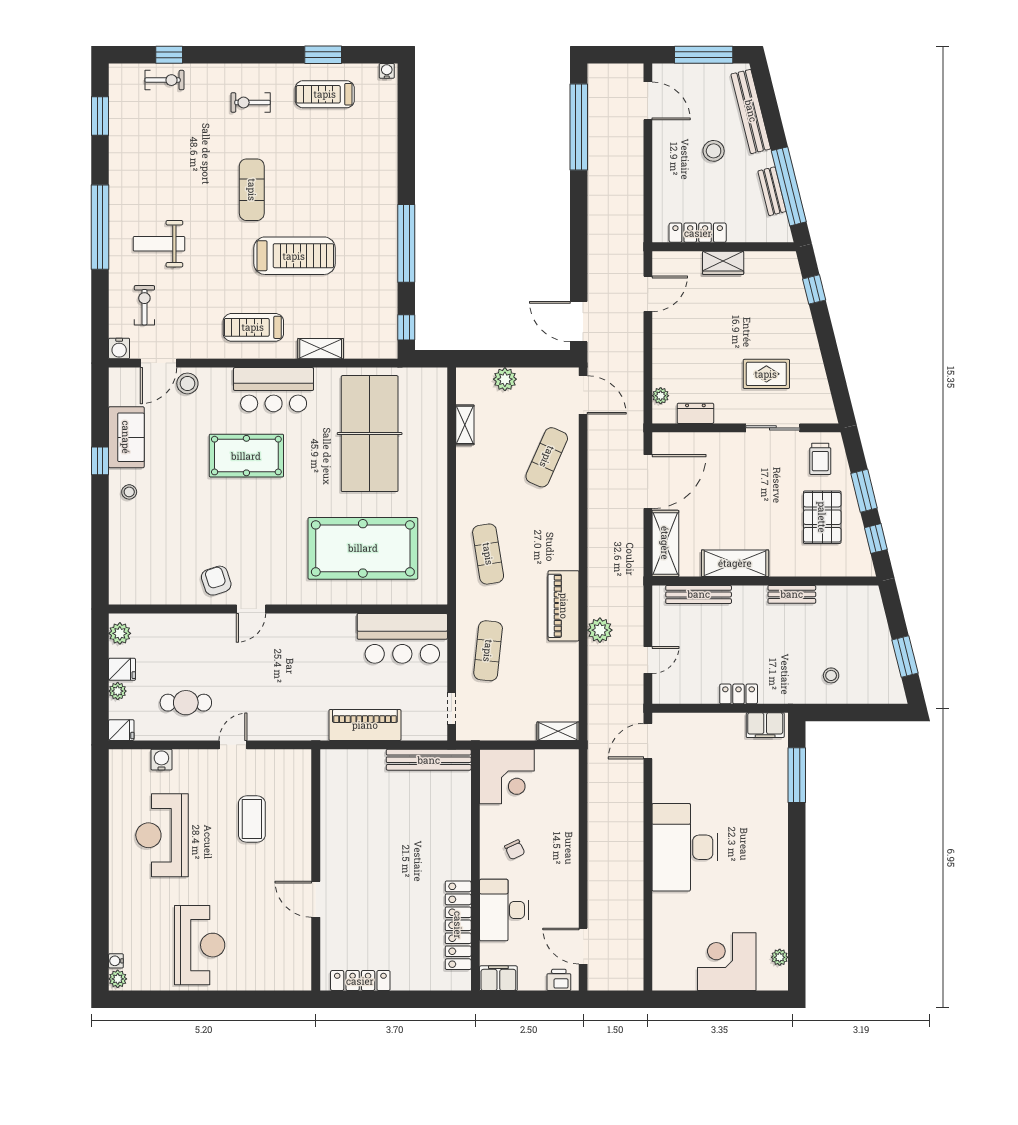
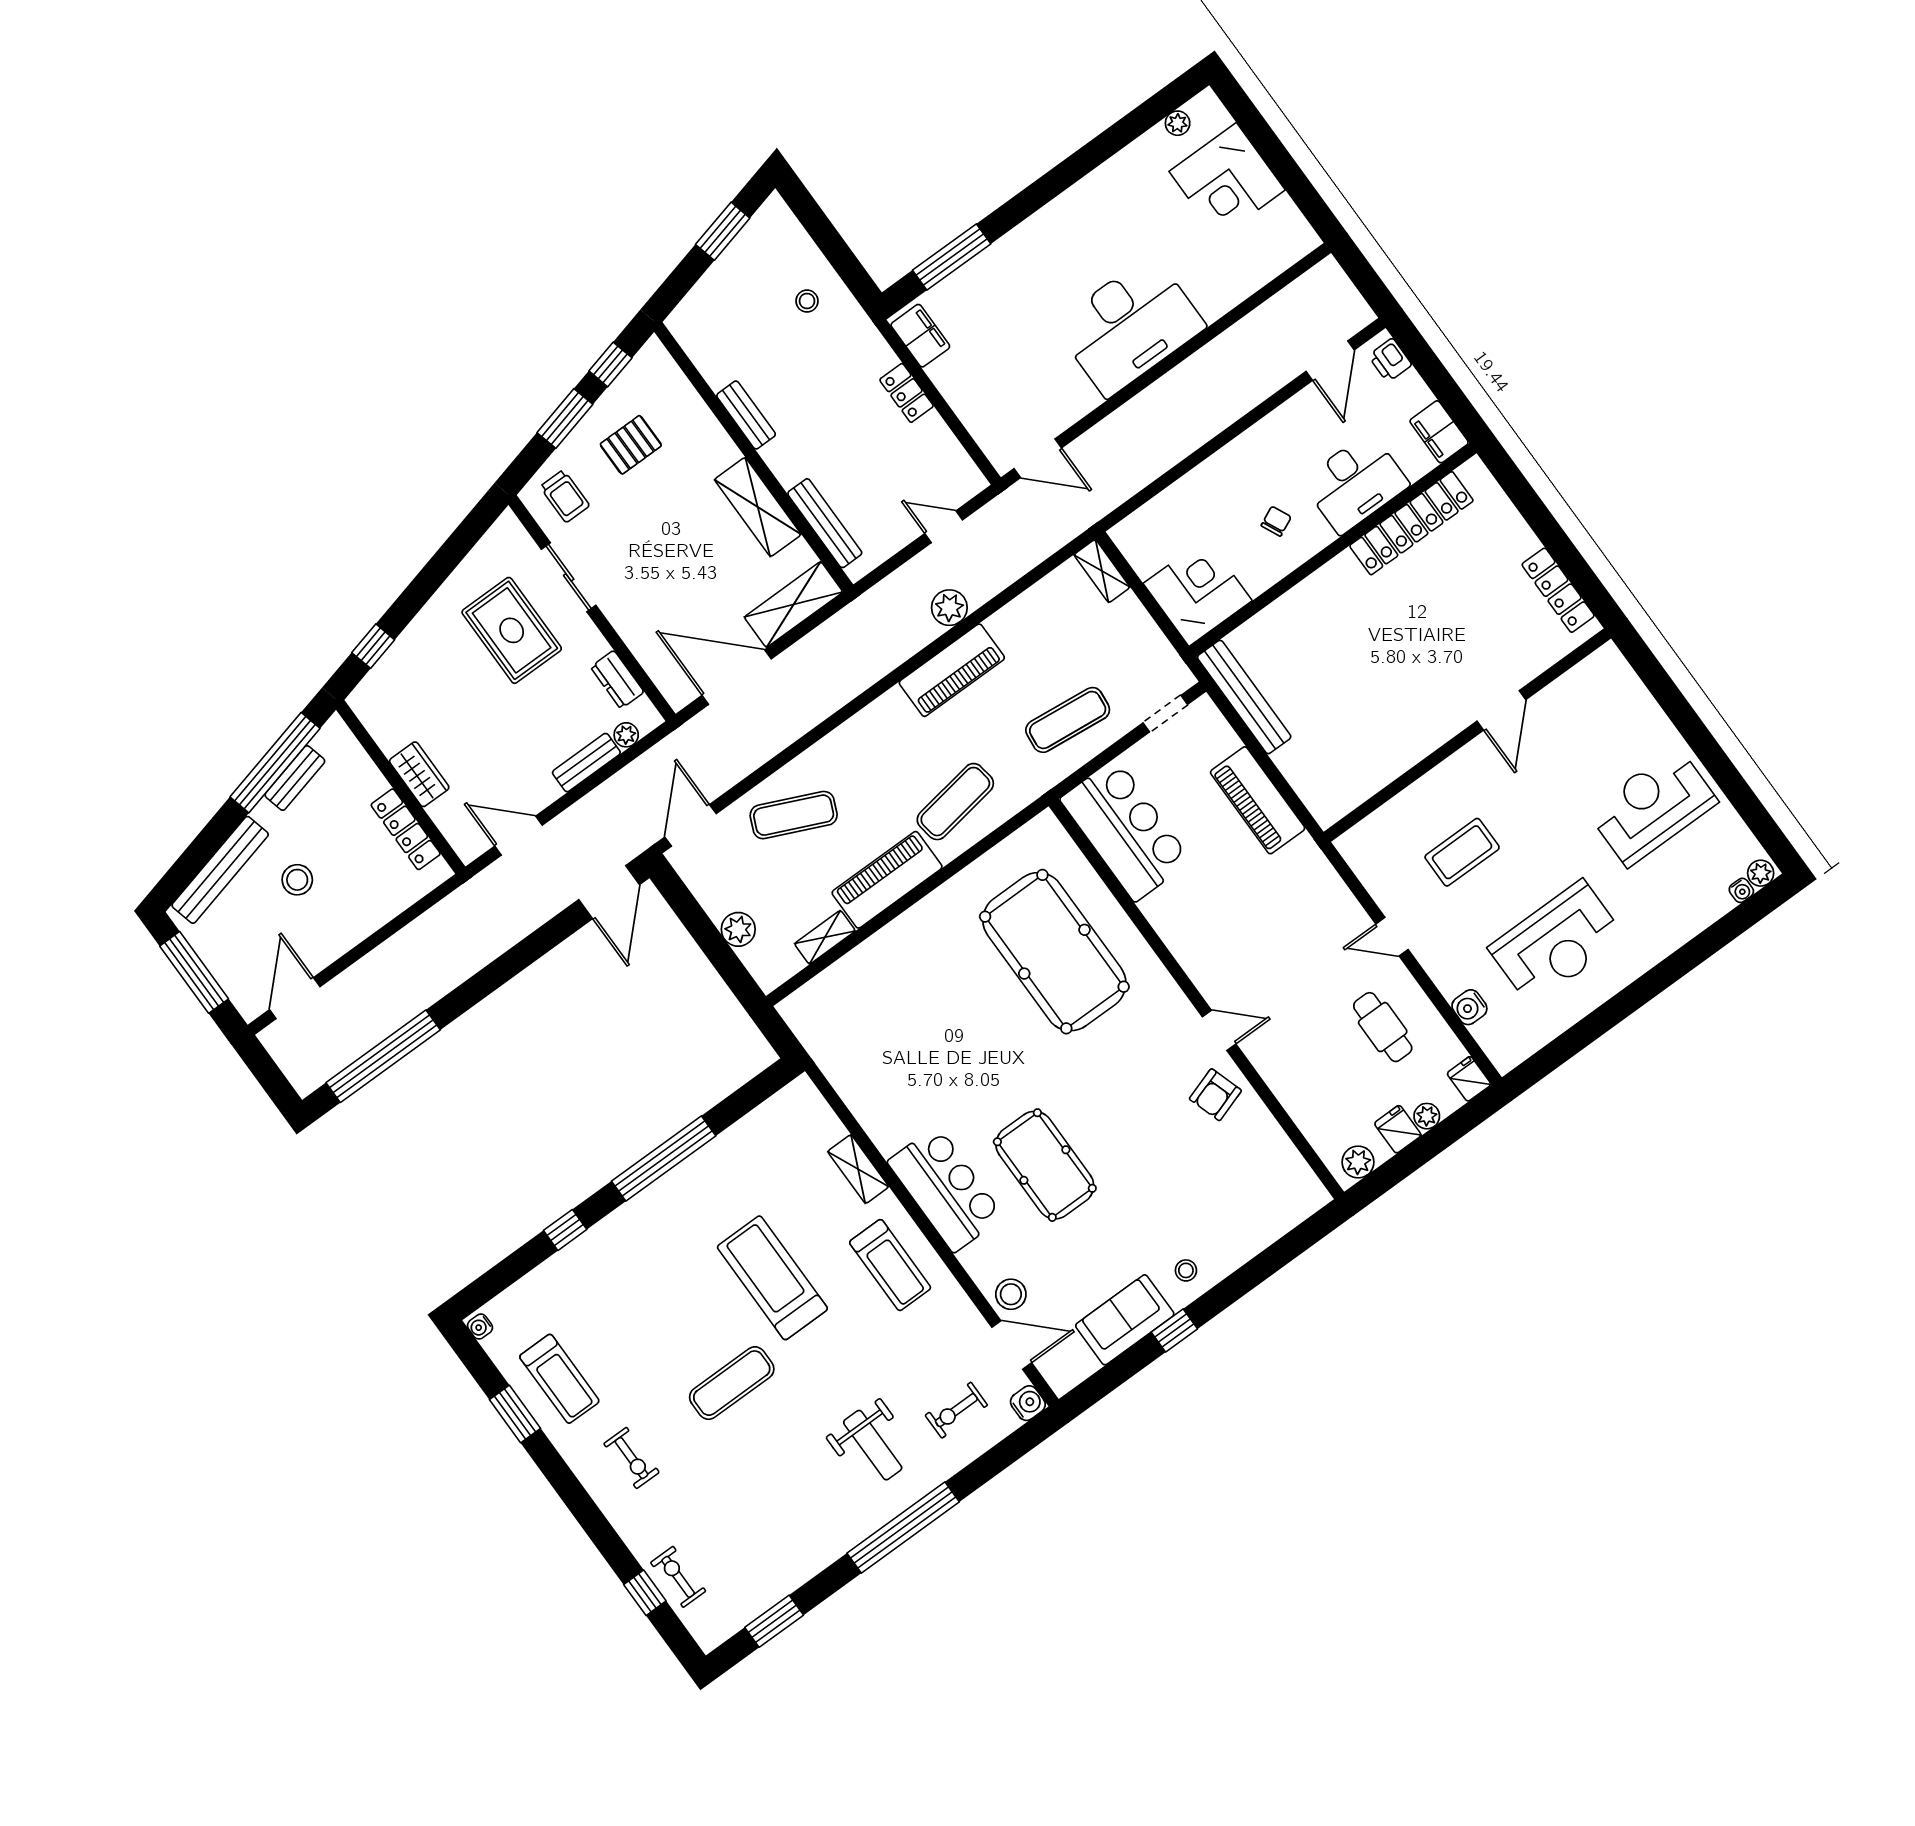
window: (406, 327) -> (565, 1230), moved
bench: (661, 362) -> (586, 763), added
rug: (766, 374) -> (512, 630), width x1.36, depth x1.43
table tennis table: (370, 434) -> (915, 1041), removed
trolley: (820, 459) -> (565, 496), turned 90
piano: (472, 483) -> (887, 880), added
pallet: (822, 517) -> (631, 445), width x0.67, depth x0.71

